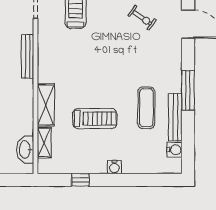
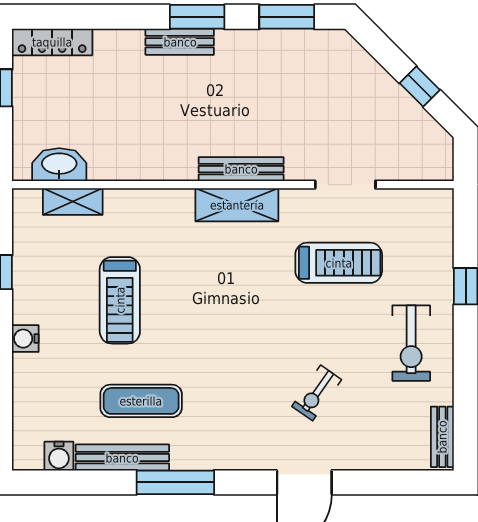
shelving: (46, 105) -> (237, 205), moved

